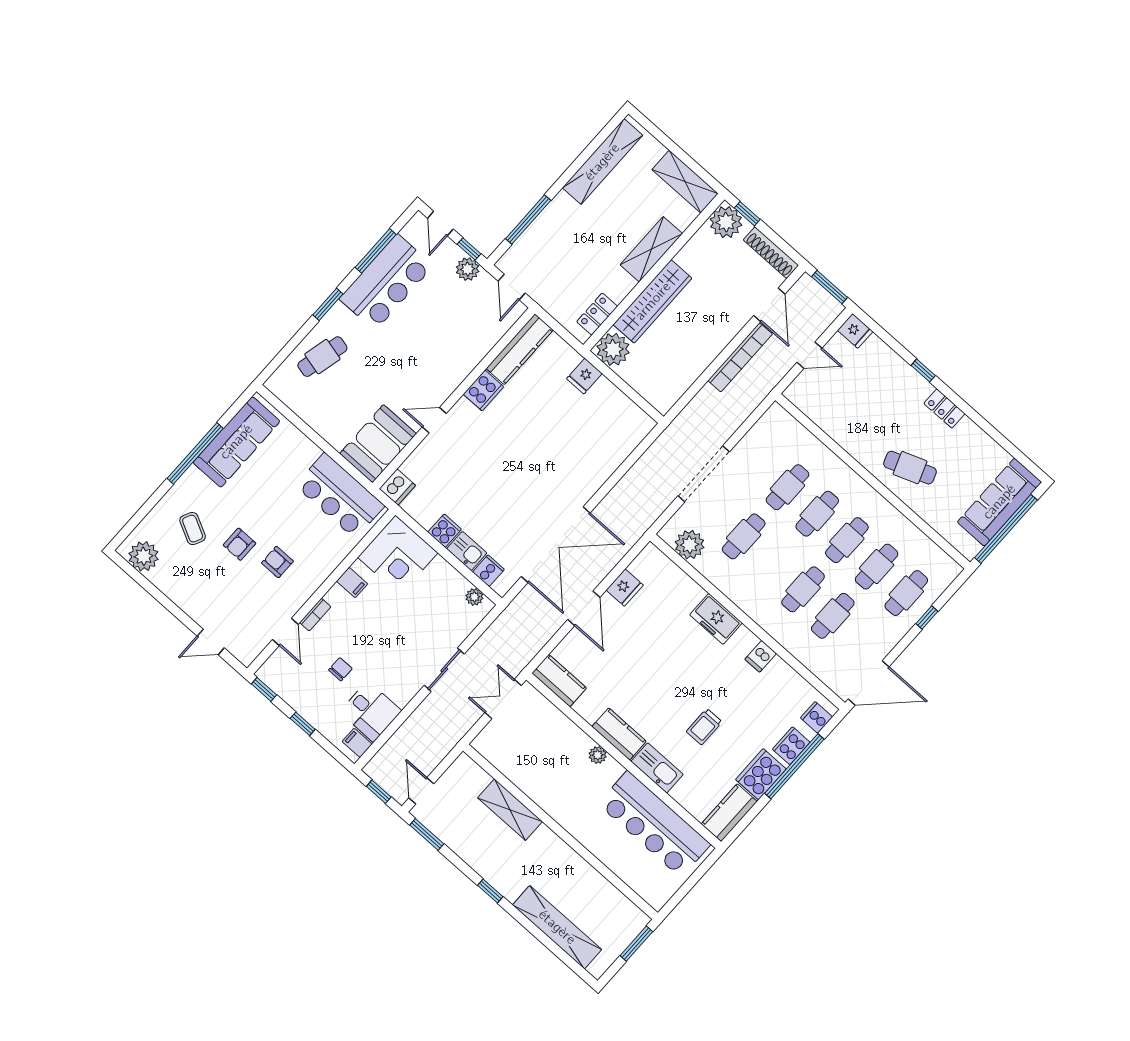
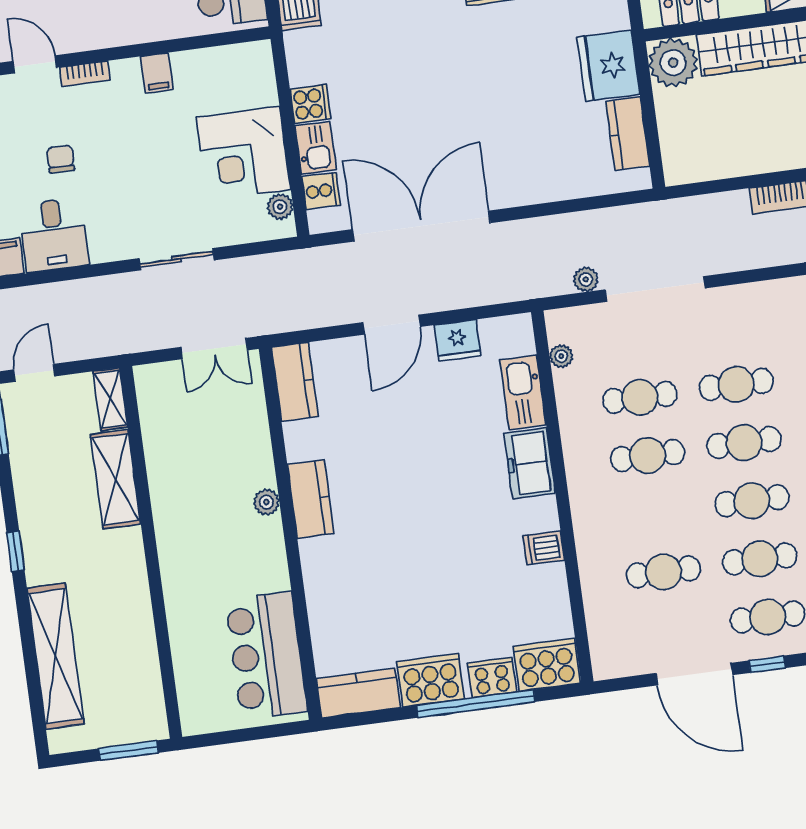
fridge: (584, 376) -> (608, 66), width x1.88, depth x1.34
kitchen counter: (621, 406) -> (628, 134), added
plant: (664, 500) -> (586, 279), added
double door: (556, 545) -> (421, 226), swing flipped
plant: (690, 545) -> (561, 356), width x0.53, depth x0.53
corner desk: (398, 555) -> (243, 153), moved
cafe table: (803, 589) -> (648, 456), moved
door: (285, 632) -> (35, 64), swing flipped
chair: (340, 669) -> (61, 159), turned -90
door: (869, 683) -> (694, 674), moved
double door: (503, 699) -> (214, 349), swing flipped
cooker: (816, 717) -> (547, 665), width x1.87, depth x1.31
trolley: (704, 727) -> (413, 573), removed
kitchen sink: (657, 768) -> (523, 392), moved, turned 180
shelving: (472, 771) -> (110, 399), added
bar counter: (654, 824) -> (266, 656), width x0.73

